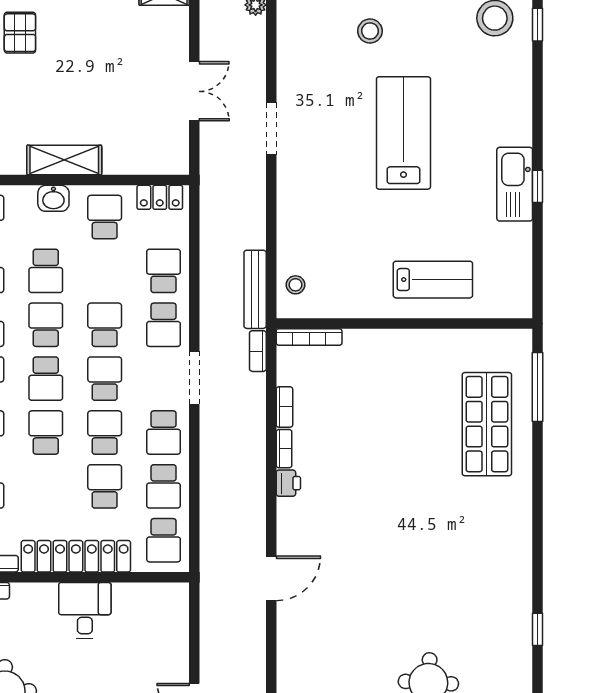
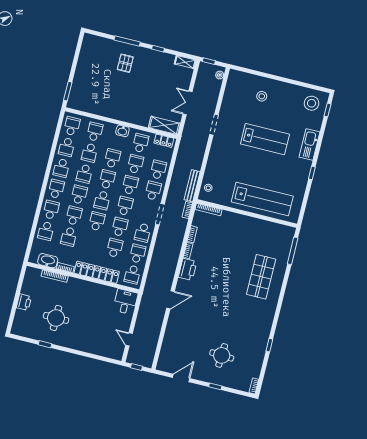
double door: (194, 91) -> (188, 103), swing flipped
lab bench: (403, 133) -> (265, 139), turned 90
shelving: (64, 160) -> (164, 125), moved
kitchen sink: (515, 184) -> (310, 144), moved
school desk: (46, 271) -> (112, 158), turned 180
school desk: (105, 271) -> (135, 164), added
lab bench: (433, 280) -> (262, 199), width x1.86, depth x1.39
school desk: (164, 325) -> (153, 191), turned 180
shop shelf: (487, 424) -> (261, 277), moved
printer: (288, 483) -> (188, 269), width x1.87, depth x1.48
school desk: (164, 486) -> (138, 254), turned 180
desk: (85, 610) -> (125, 302), moved

